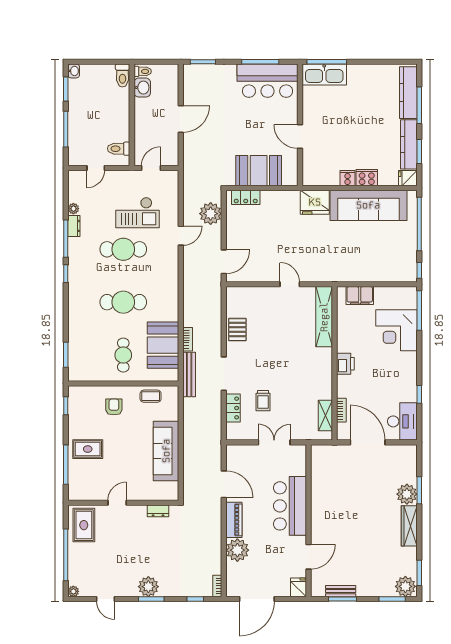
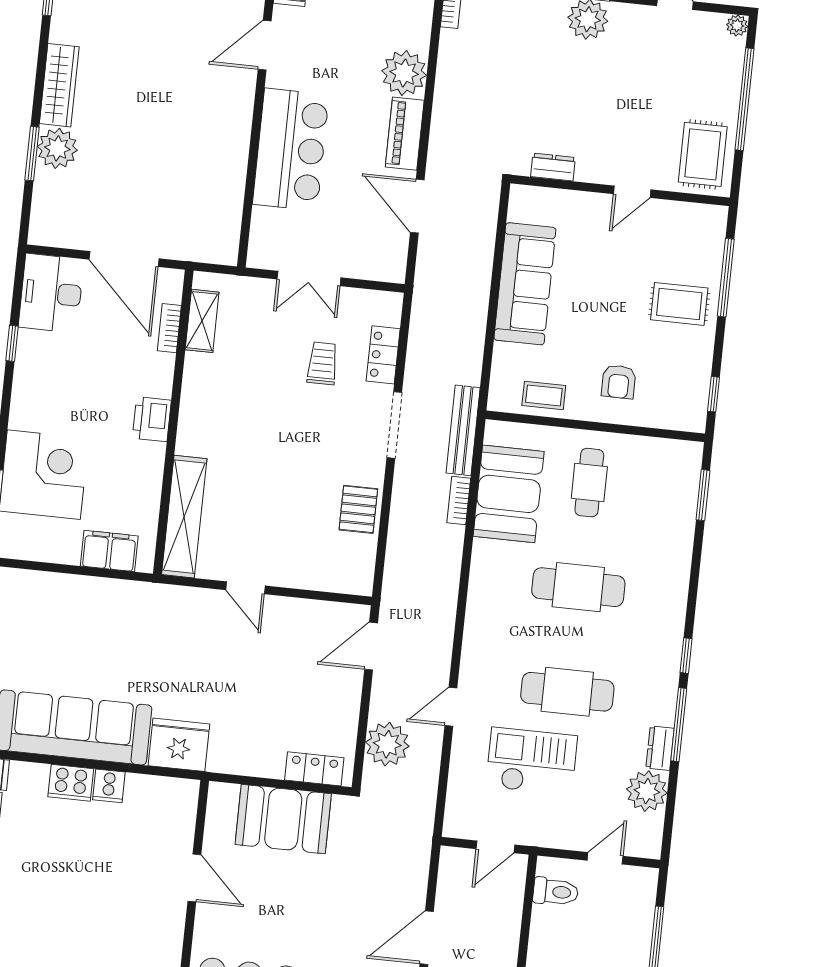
plant: (73, 209) -> (647, 791), width x1.88, depth x1.88

